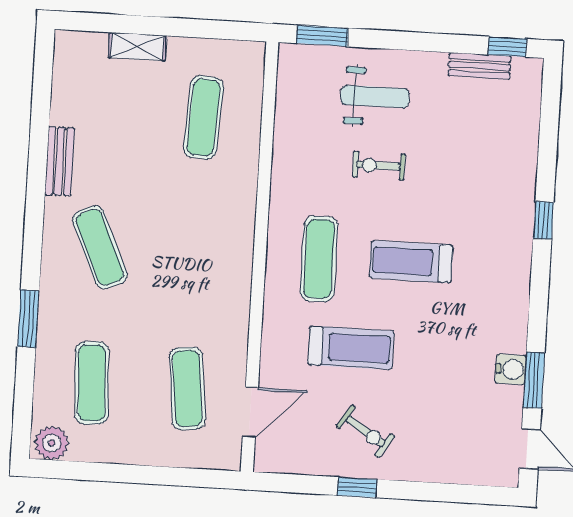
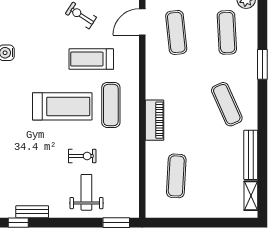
shelving: (137, 47) -> (251, 196), moved, turned 90
weight bench: (375, 97) -> (86, 192), turned 90
bench: (60, 161) -> (251, 155), width x1.36
piano: (238, 225) -> (155, 120), added
treadmill: (411, 262) -> (62, 106), width x1.37, depth x1.38

